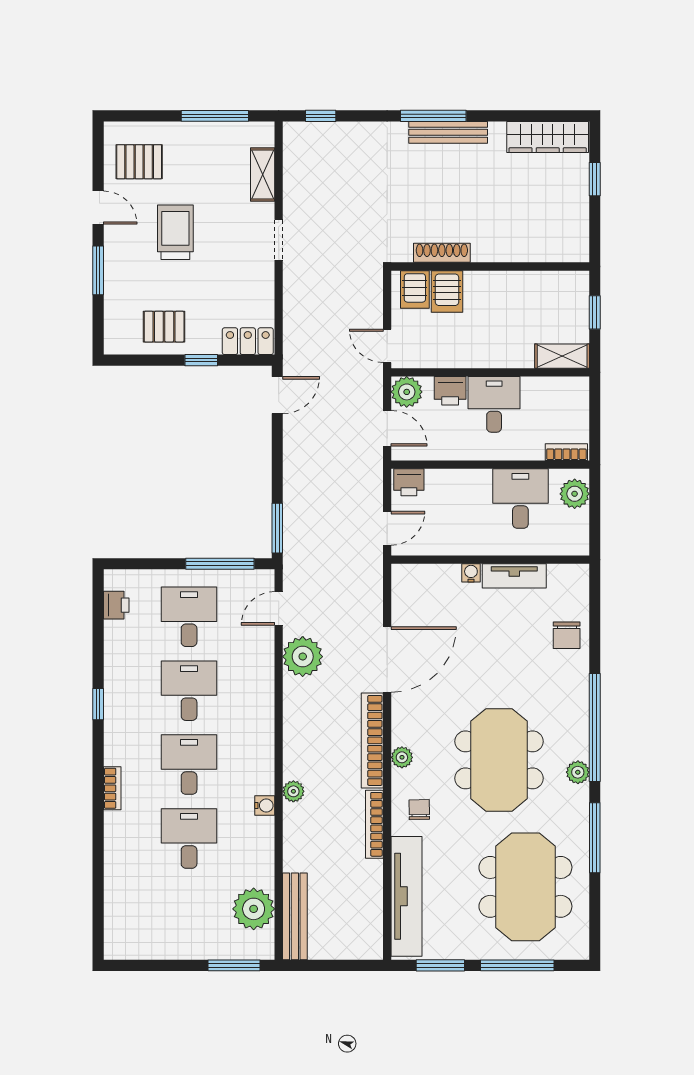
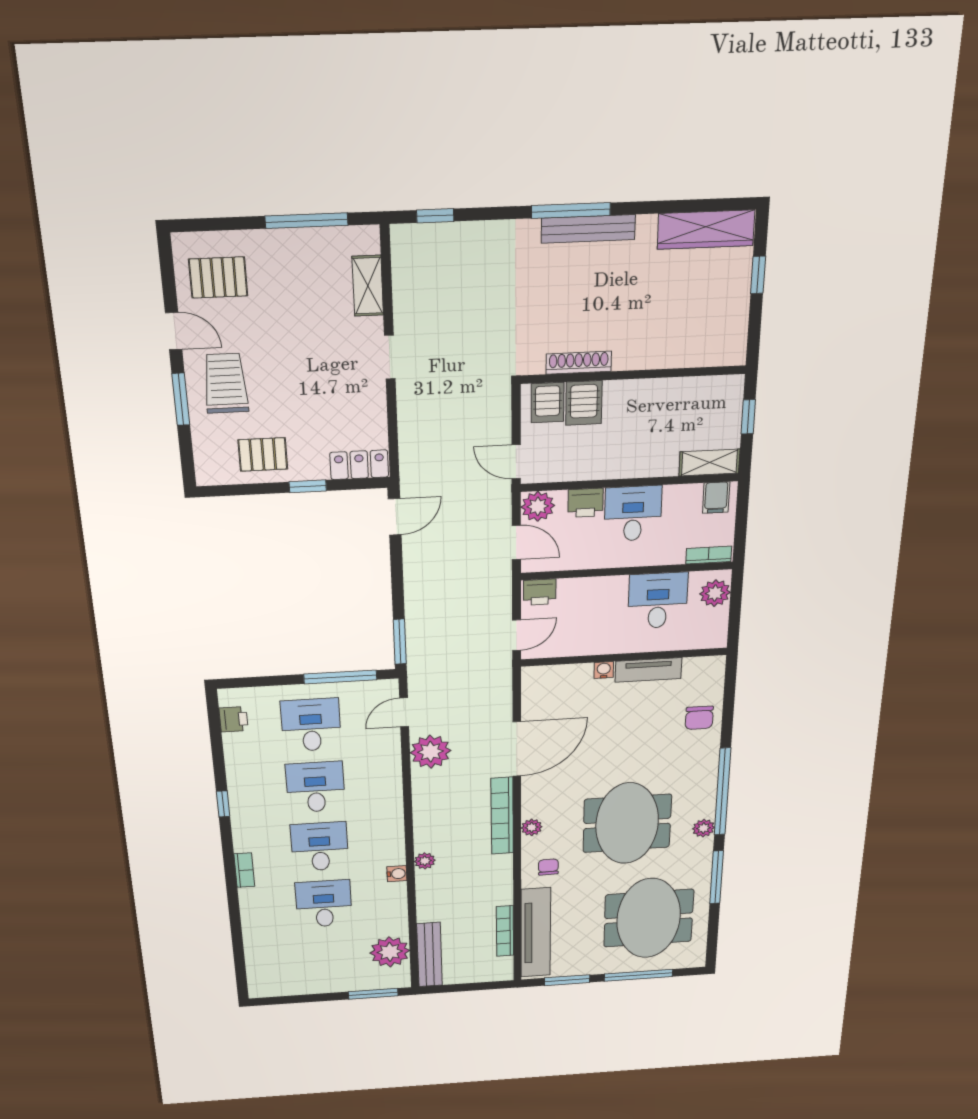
trolley: (175, 232) -> (226, 383), moved
filing cabinet: (570, 392) -> (716, 498), added
bookcase: (374, 824) -> (505, 931), moved

